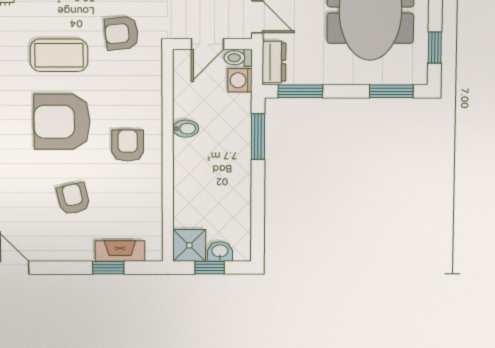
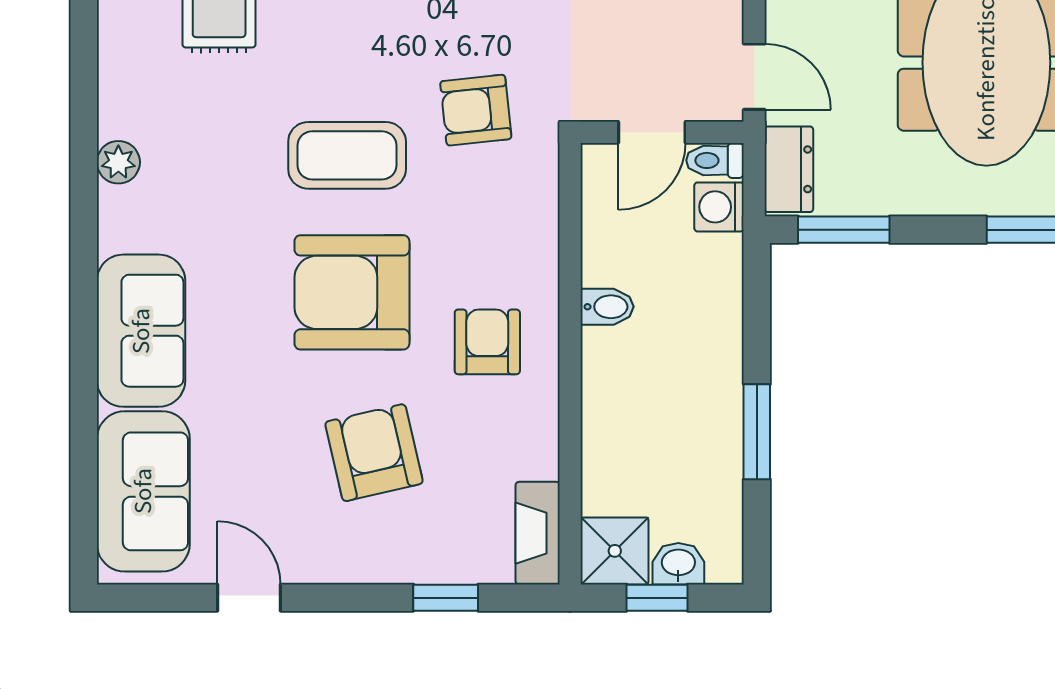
window: (258, 137) -> (757, 432), moved
armchair: (73, 199) -> (374, 453), width x1.38, depth x1.38
fireplace: (120, 251) -> (538, 533), moved, turned -90

